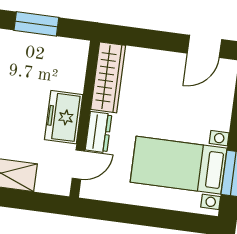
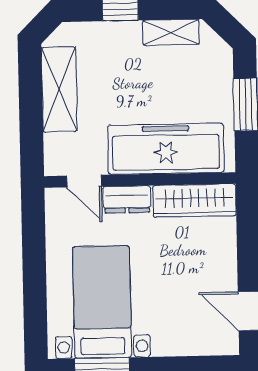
freezer: (64, 117) -> (166, 149), width x1.91, depth x1.26

